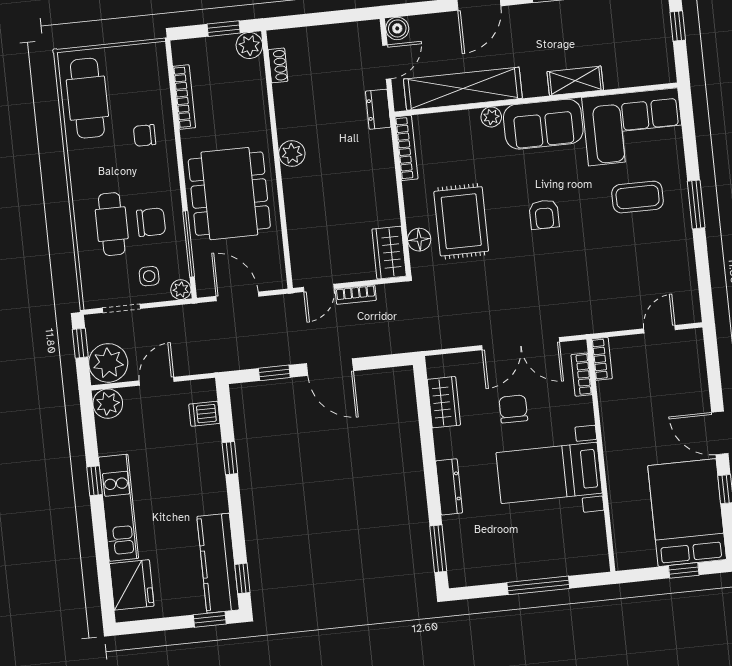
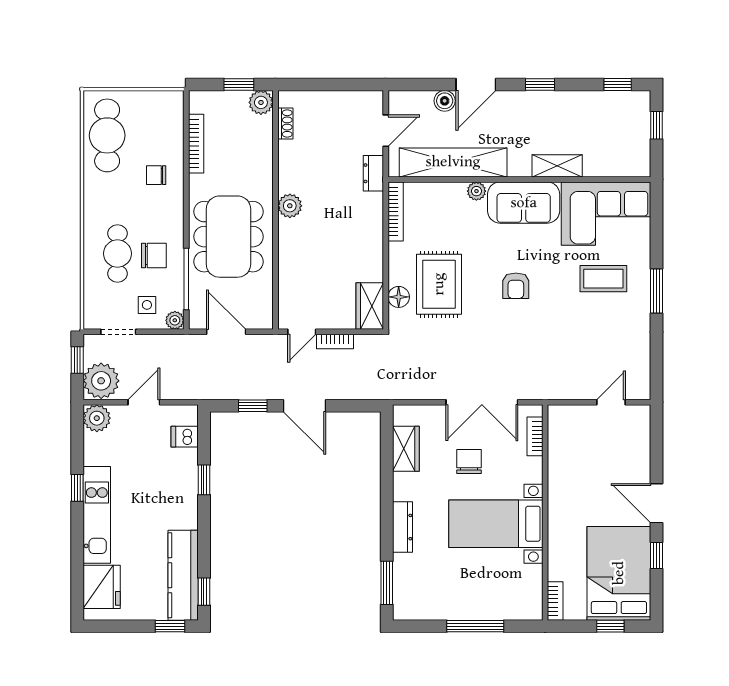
boiler: (397, 28) -> (445, 101), moved
bookcase: (602, 359) -> (555, 601), moved

